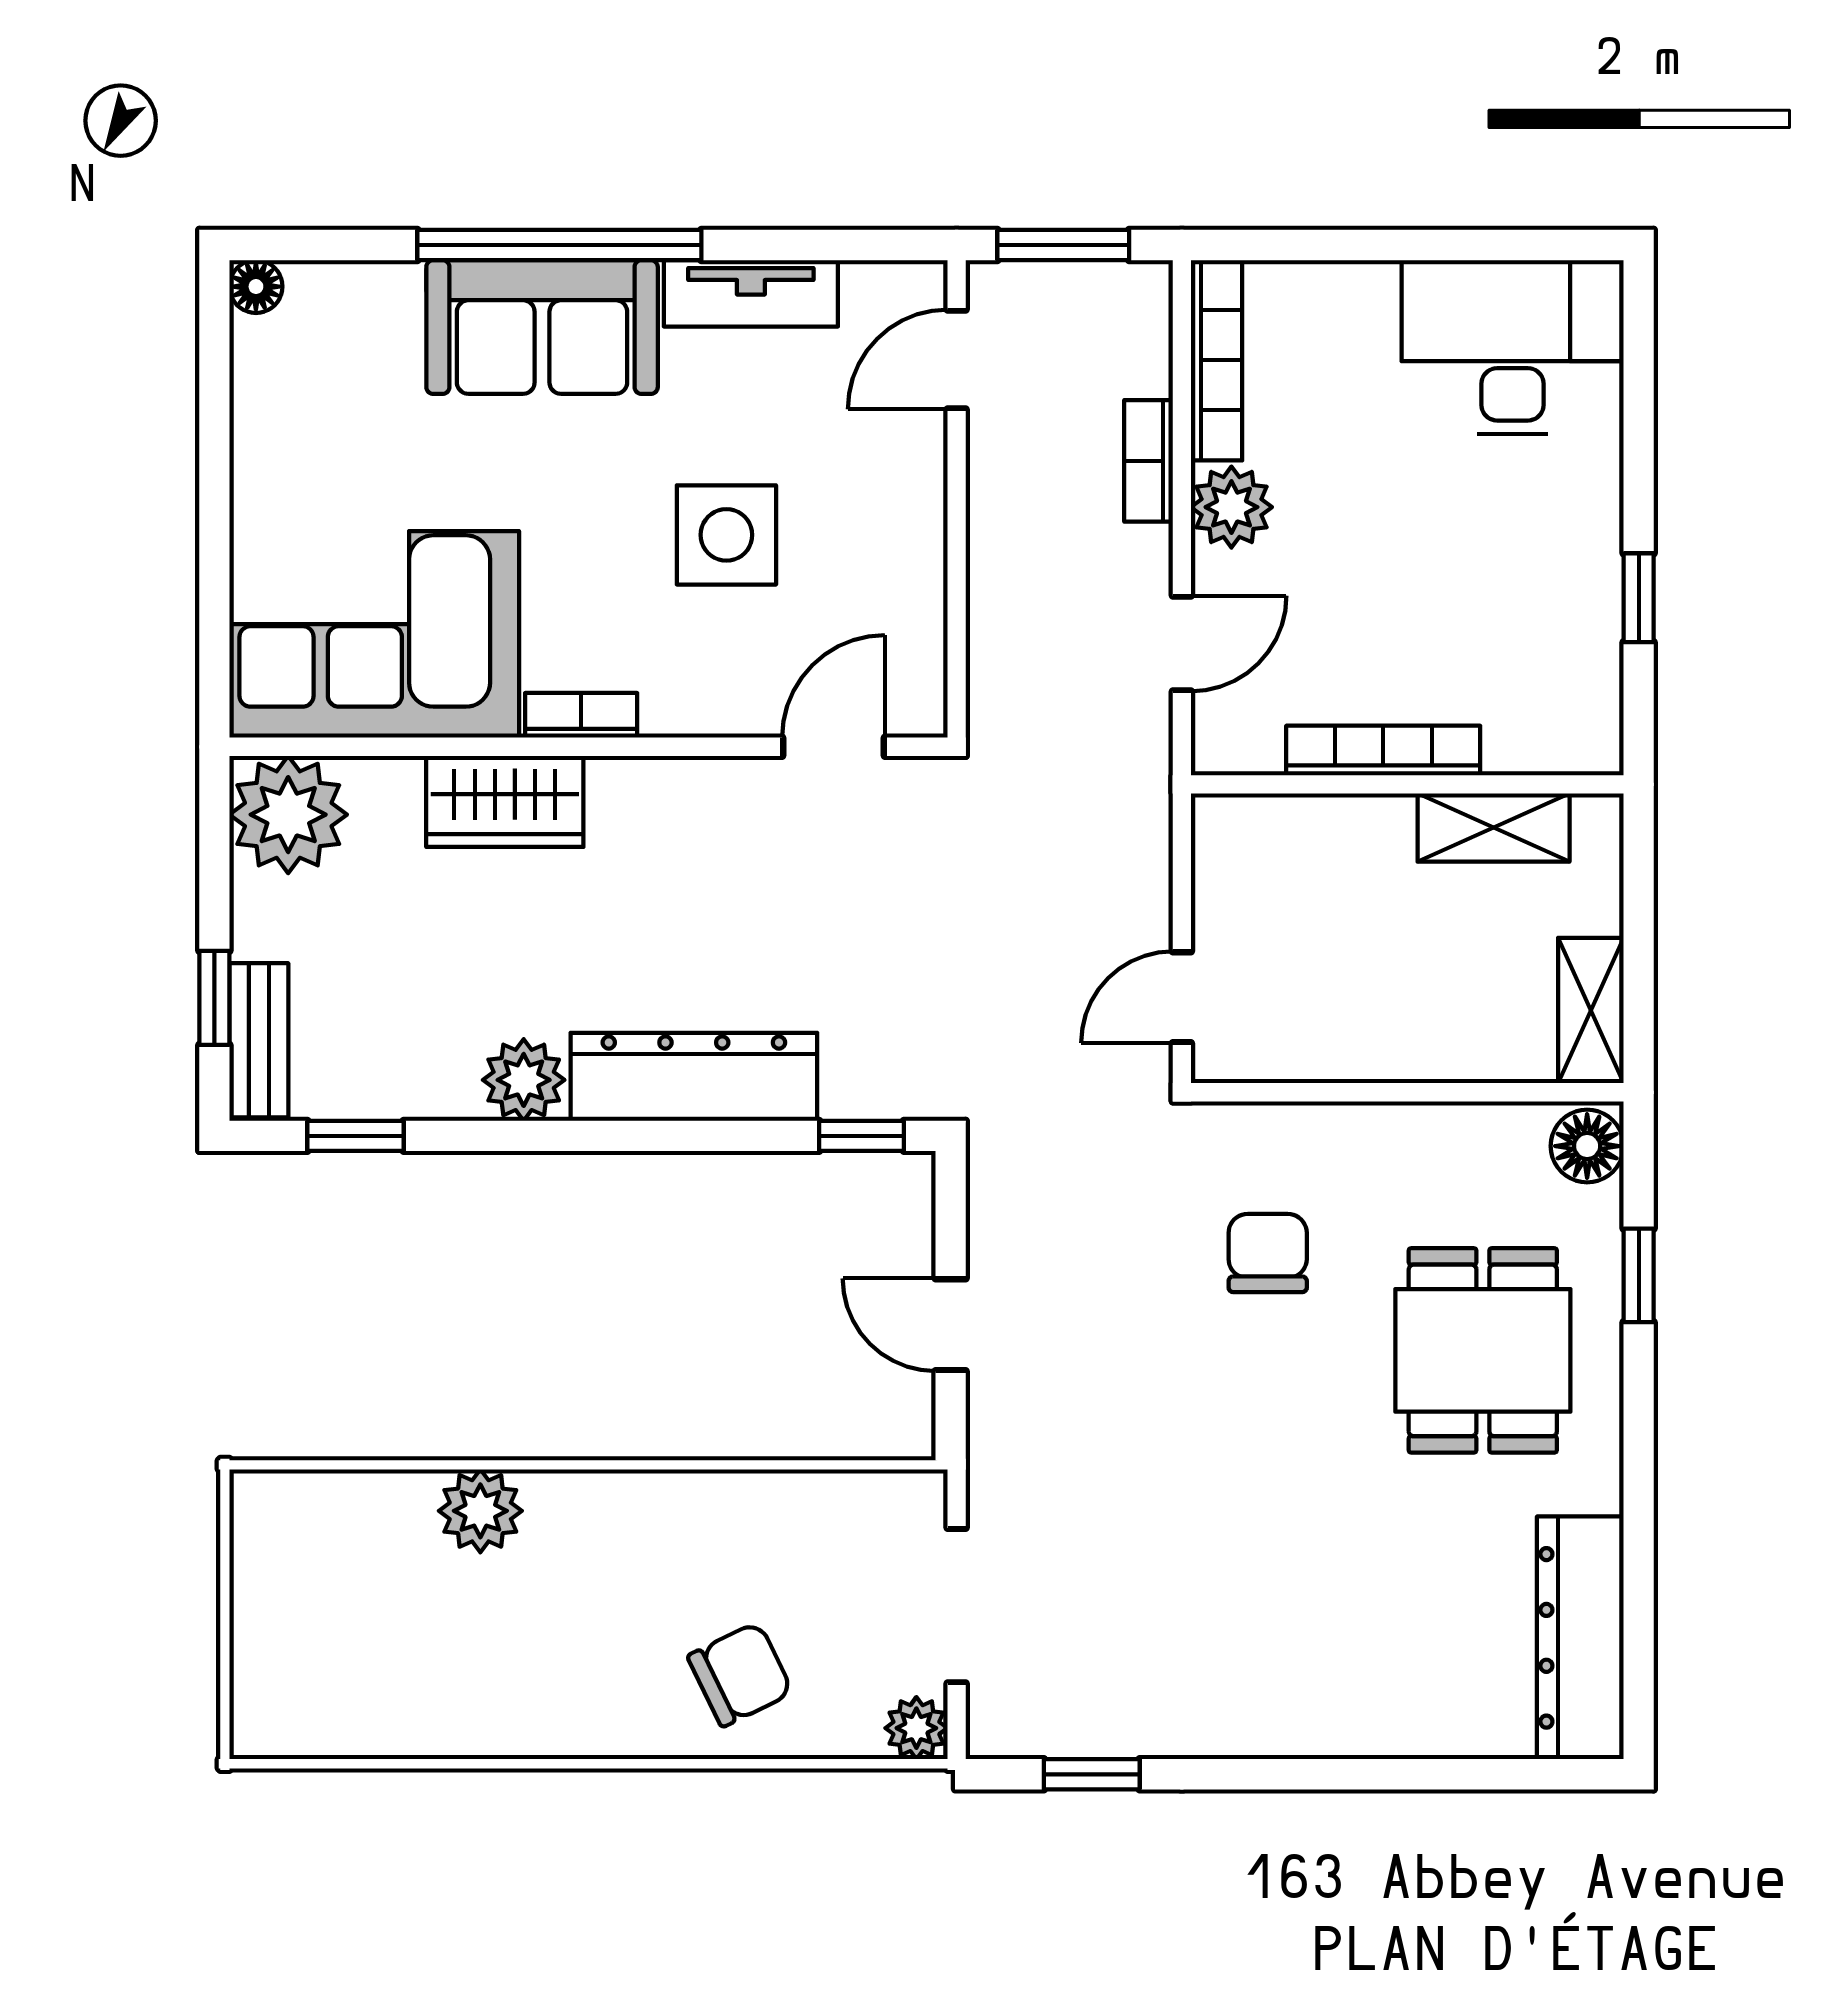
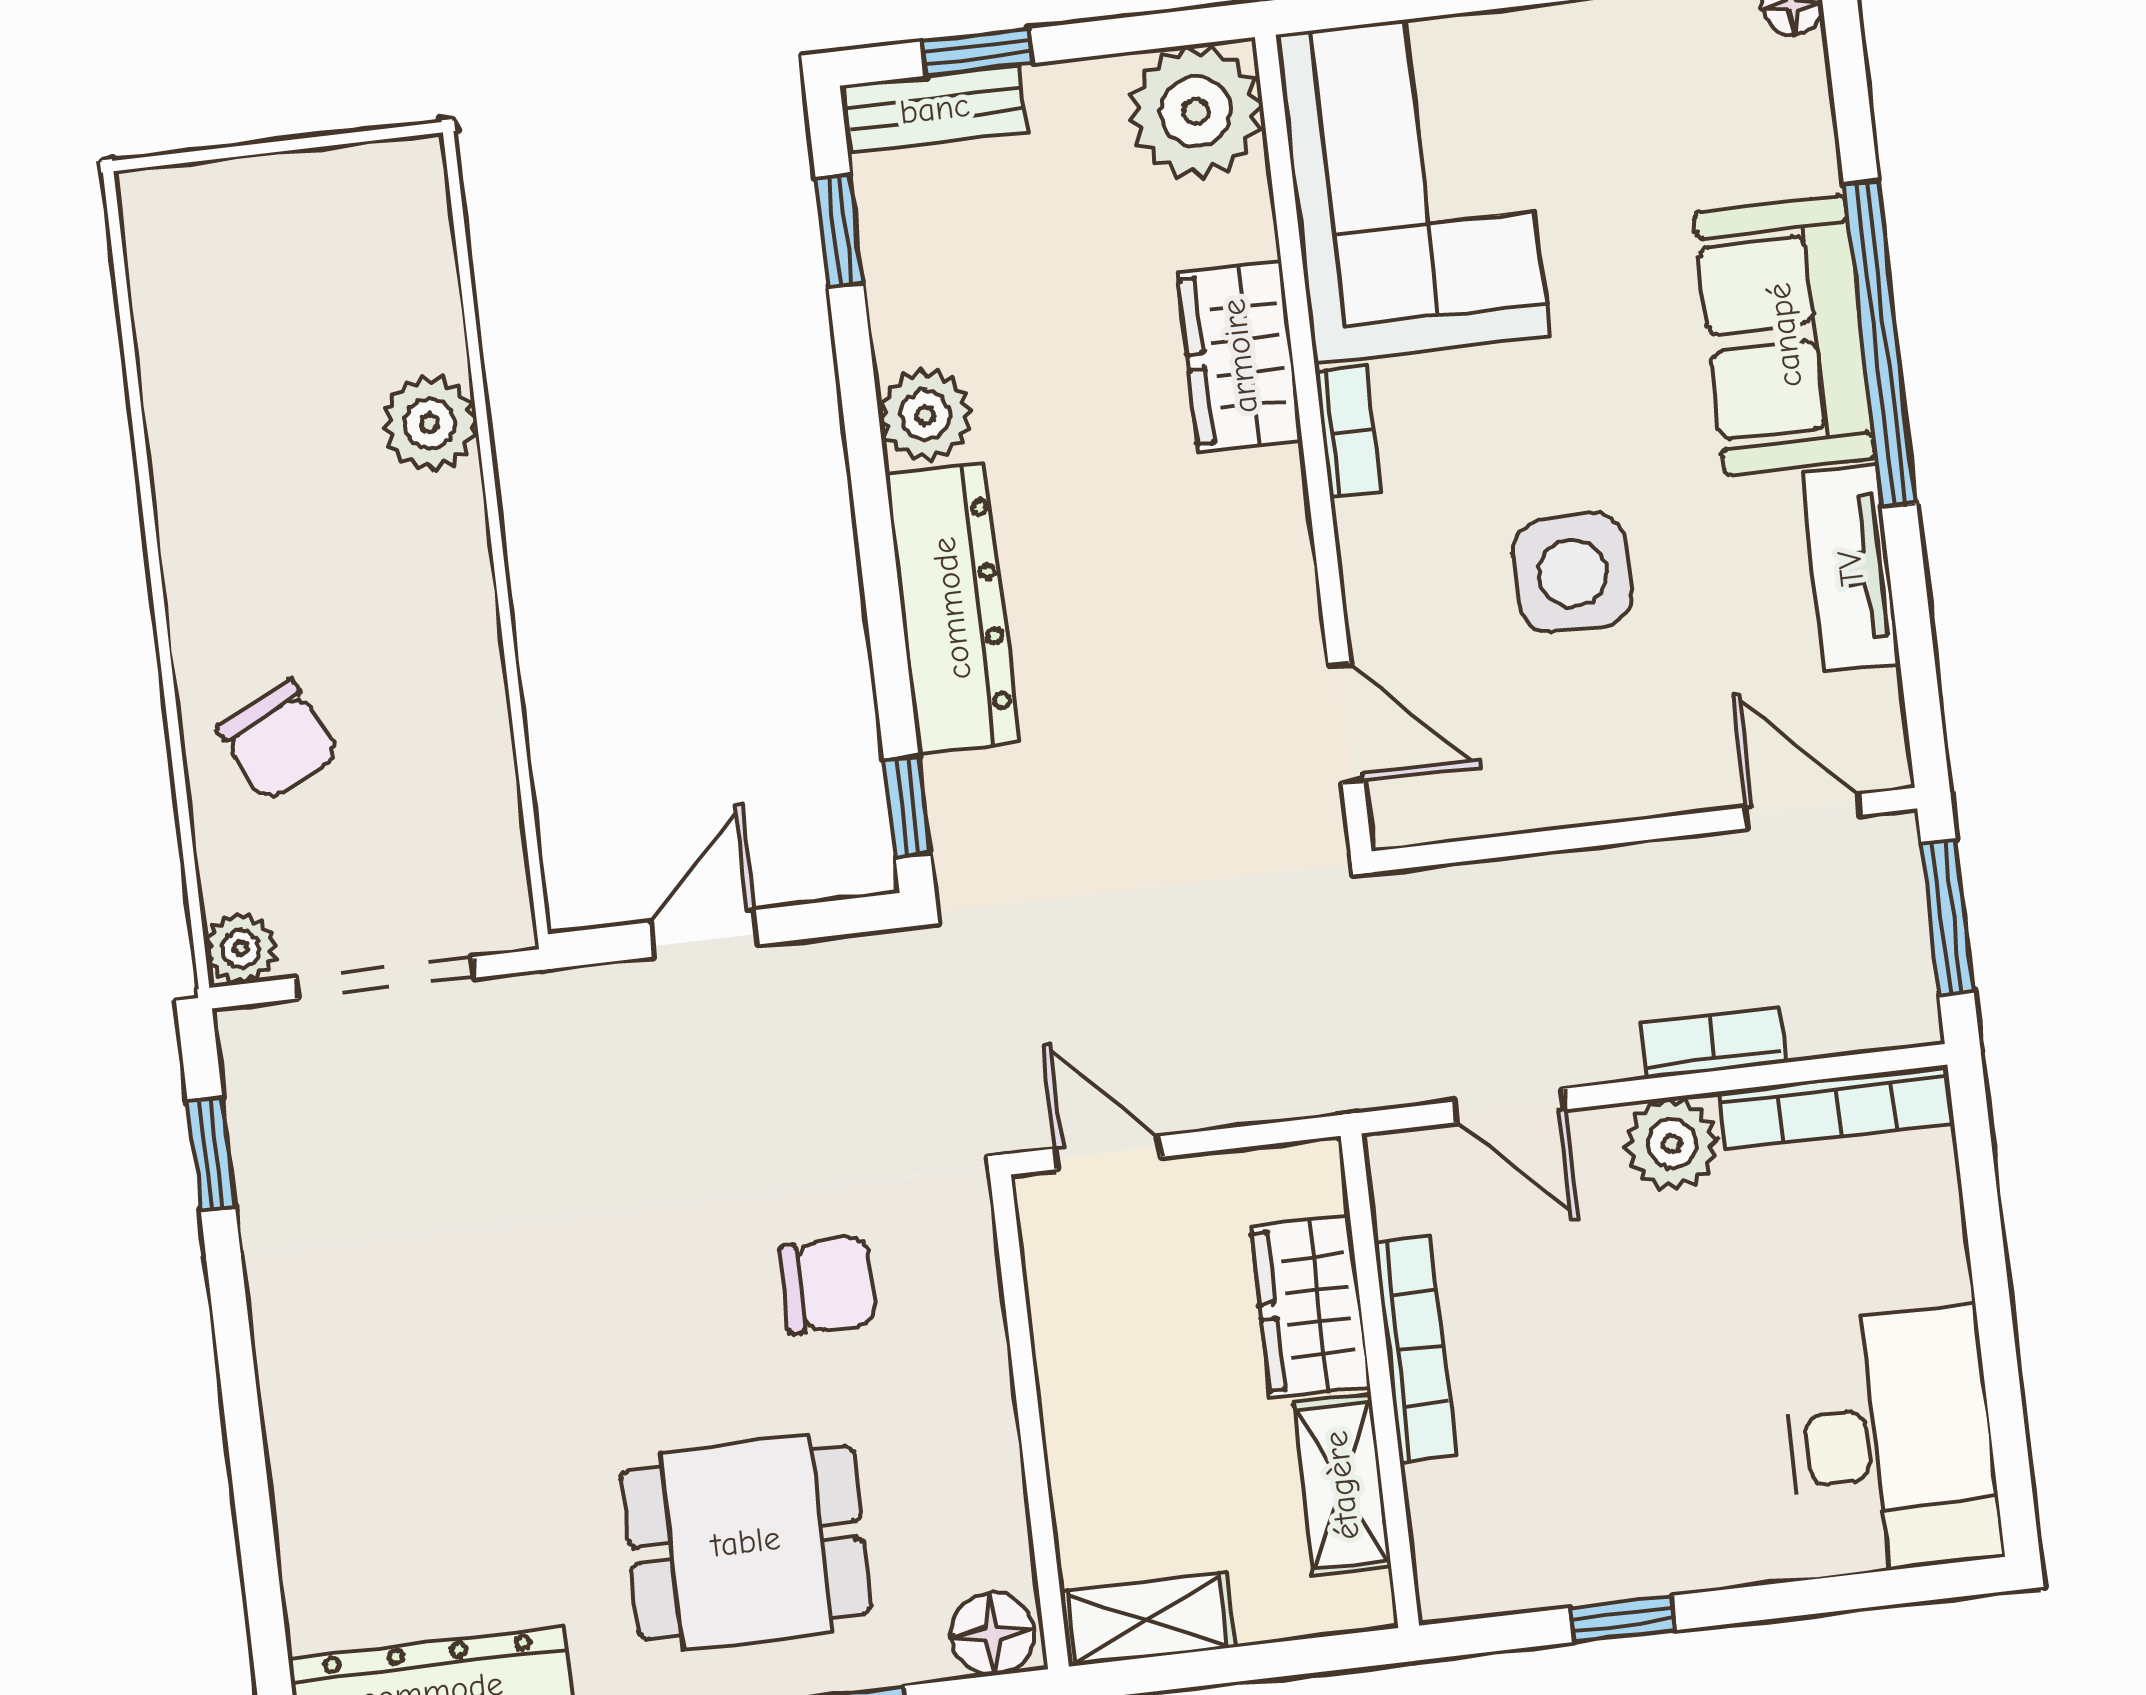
wardrobe: (1336, 837) -> (1310, 1307), added

